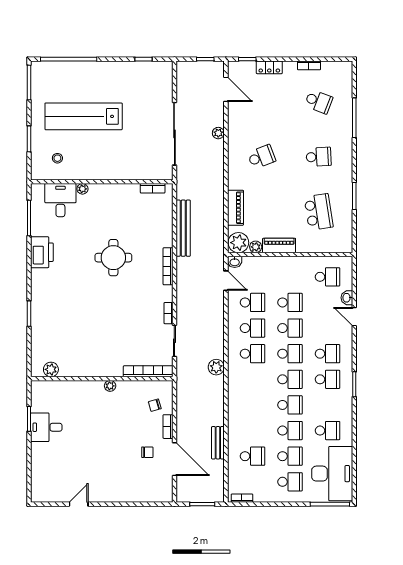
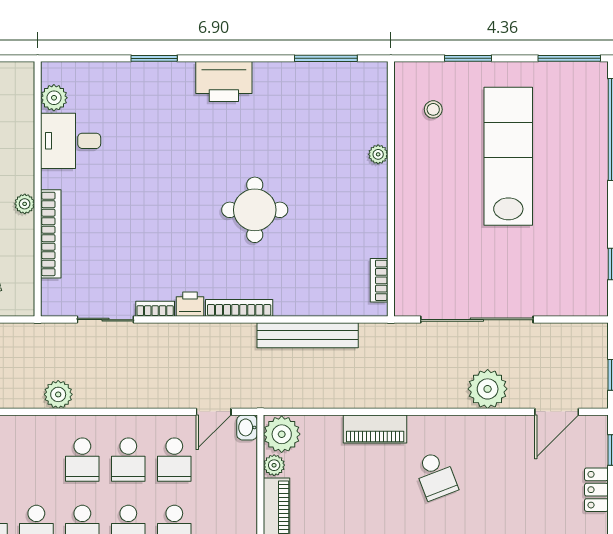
plant: (218, 133) -> (488, 389), width x1.87, depth x1.87
desk: (60, 200) -> (71, 141), moved, turned 180
piano: (235, 208) -> (375, 429), moved
printer: (42, 252) -> (224, 82), moved
printer: (166, 294) -> (190, 304), added
bookcase: (148, 371) -> (51, 234), moved

